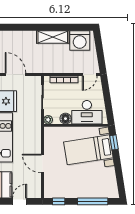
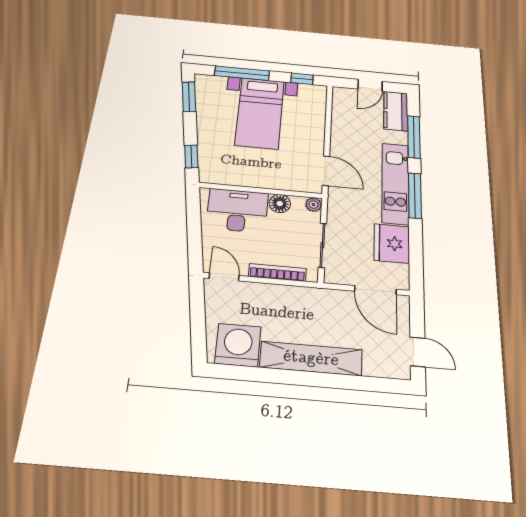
shelving: (53, 37) -> (311, 358), width x1.47
door: (90, 75) -> (224, 277), hinge flipped
bed with nightstands: (88, 150) -> (260, 113), moved, turned 99
door: (42, 164) -> (326, 171), moved
window: (120, 181) -> (189, 97), added

